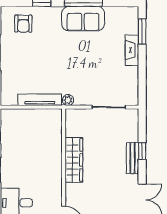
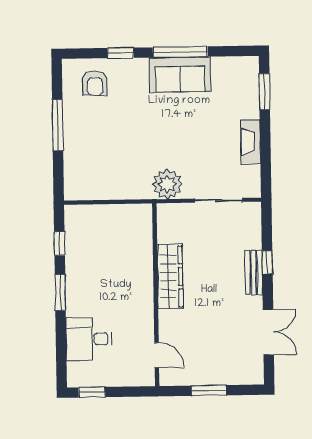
fireplace: (132, 50) -> (251, 142), moved
tv unit: (40, 100) -> (120, 191), removed
plant: (68, 100) -> (167, 184), width x1.88, depth x1.88

